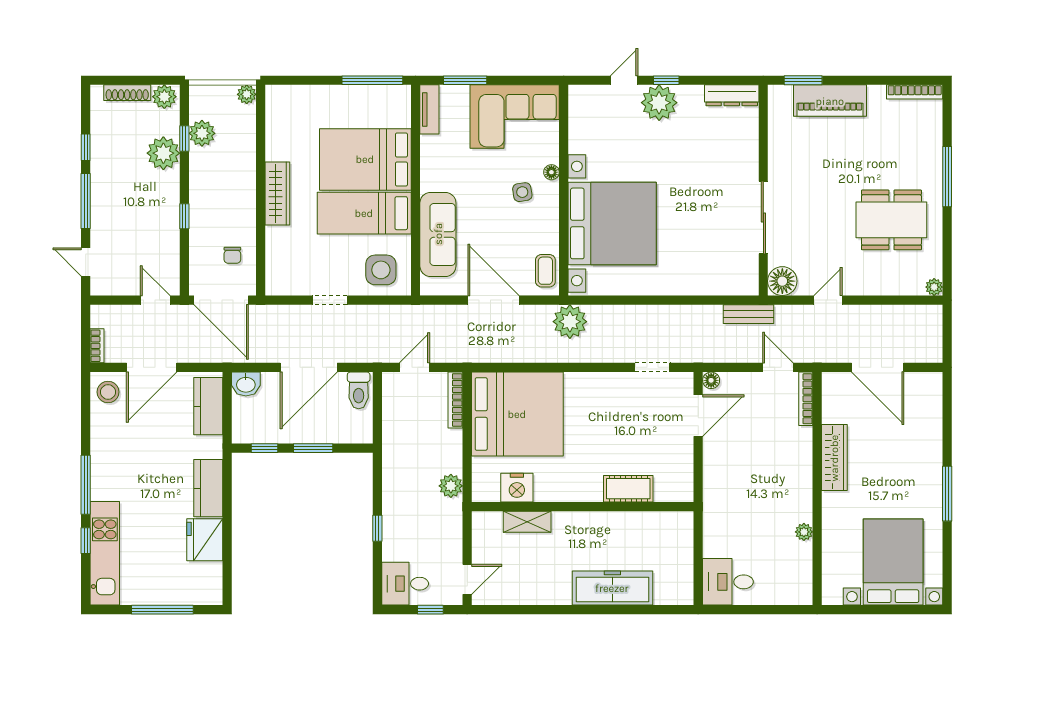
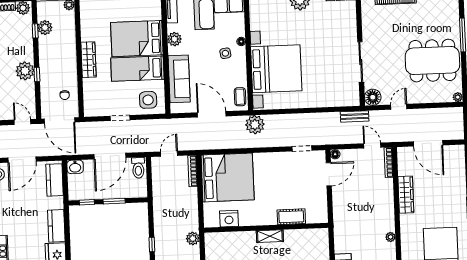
plant: (163, 153) -> (25, 71), moved
plant: (432, 163) -> (174, 39), added
dining table: (891, 220) -> (432, 61), width x1.36, depth x1.24
plant: (451, 486) -> (193, 238), moved
shelving: (527, 522) -> (270, 236), moved

